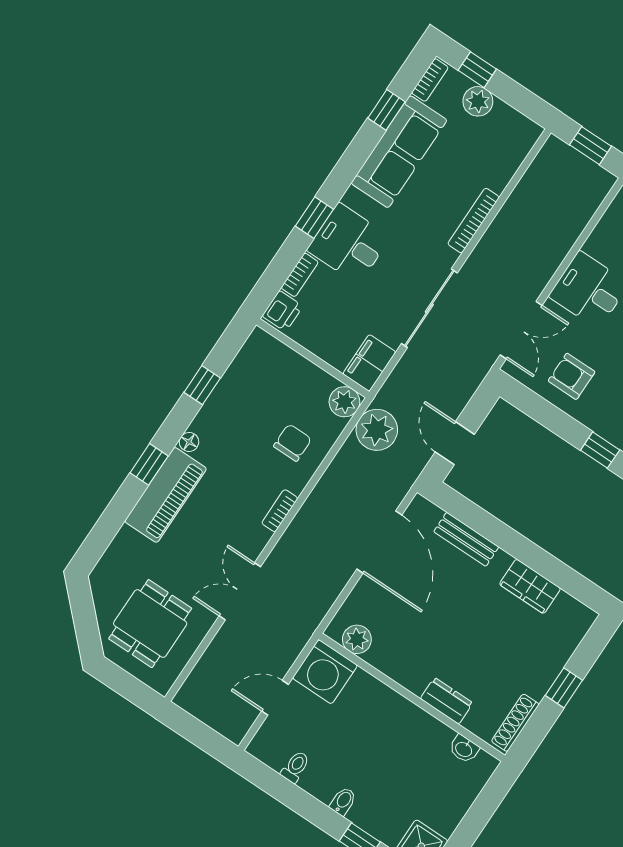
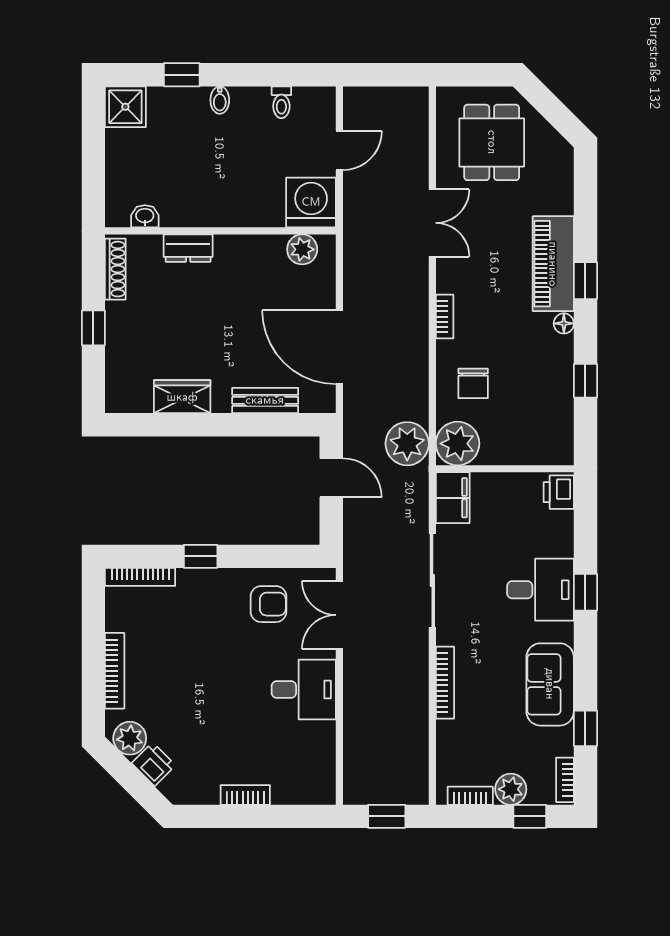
sofa: (399, 152) -> (550, 684), width x0.73
bookcase: (300, 275) -> (470, 796), moved, turned 90
plant: (344, 402) -> (458, 444), width x1.36, depth x1.36

